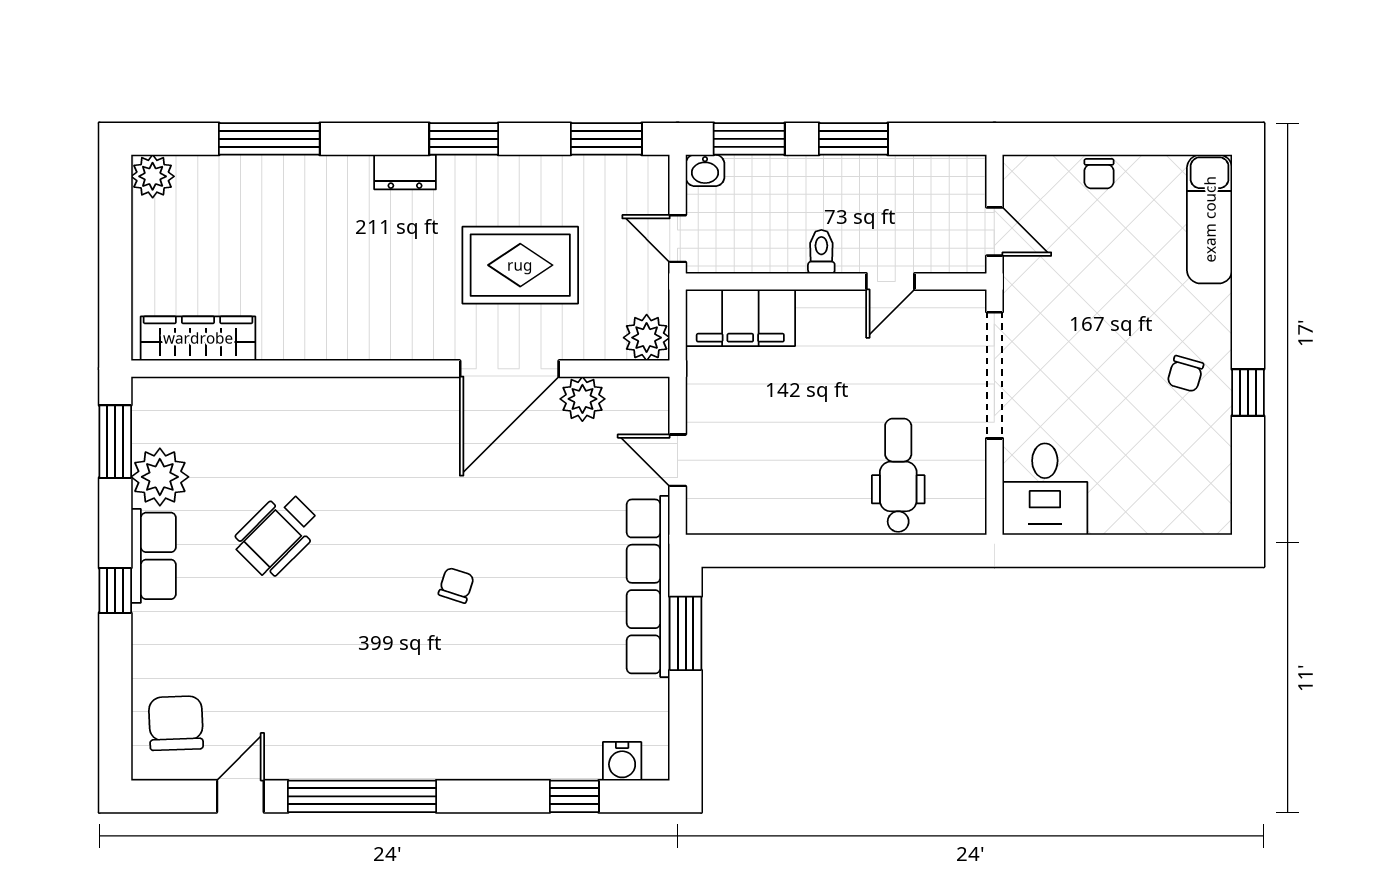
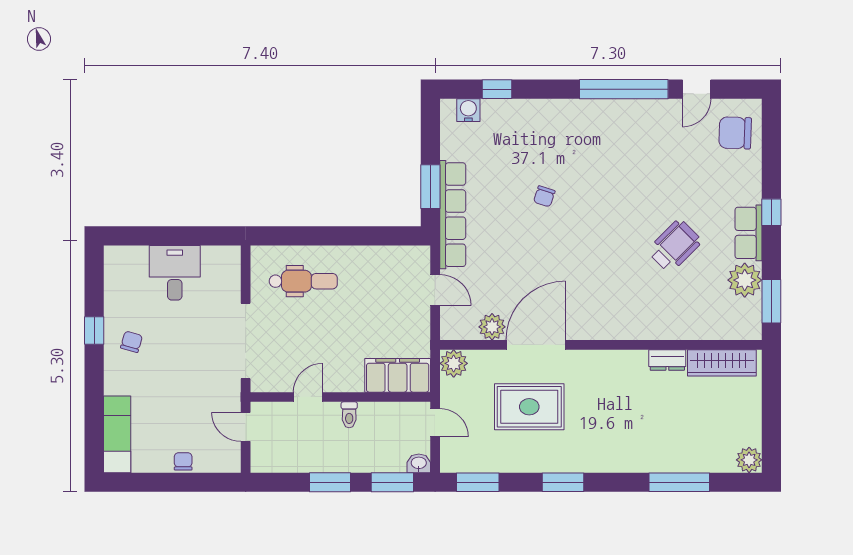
dresser: (405, 172) -> (667, 360), moved, turned 180
dental chair: (898, 475) -> (303, 281), turned -90
desk: (1045, 489) -> (175, 273), moved
chair: (456, 585) -> (544, 196), moved
chair: (176, 723) -> (735, 133), turned 94

